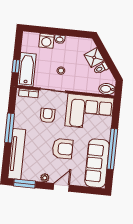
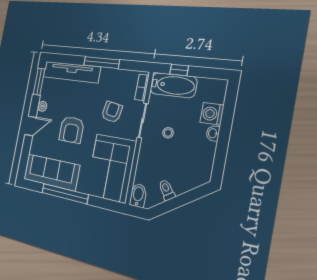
shower: (94, 58) -> (182, 182), removed
armchair: (47, 115) -> (112, 112), turned -80
door: (61, 187) -> (30, 126), hinge flipped

